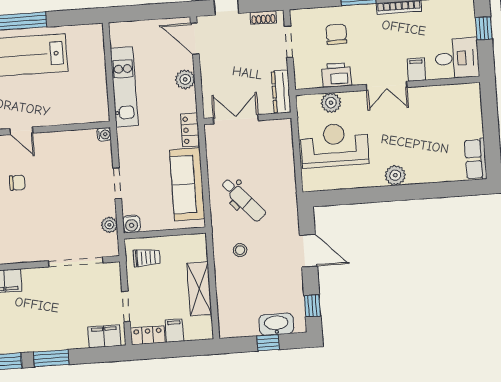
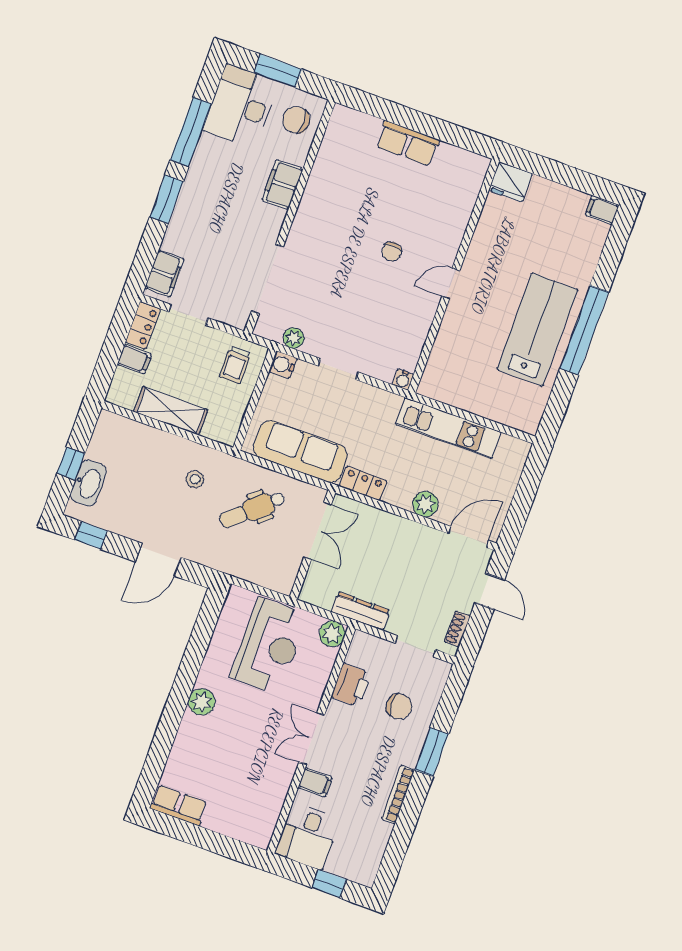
plant: (331, 103) -> (332, 634), moved
wall: (247, 118) -> (313, 545), moved
double door: (236, 119) -> (318, 531), moved

